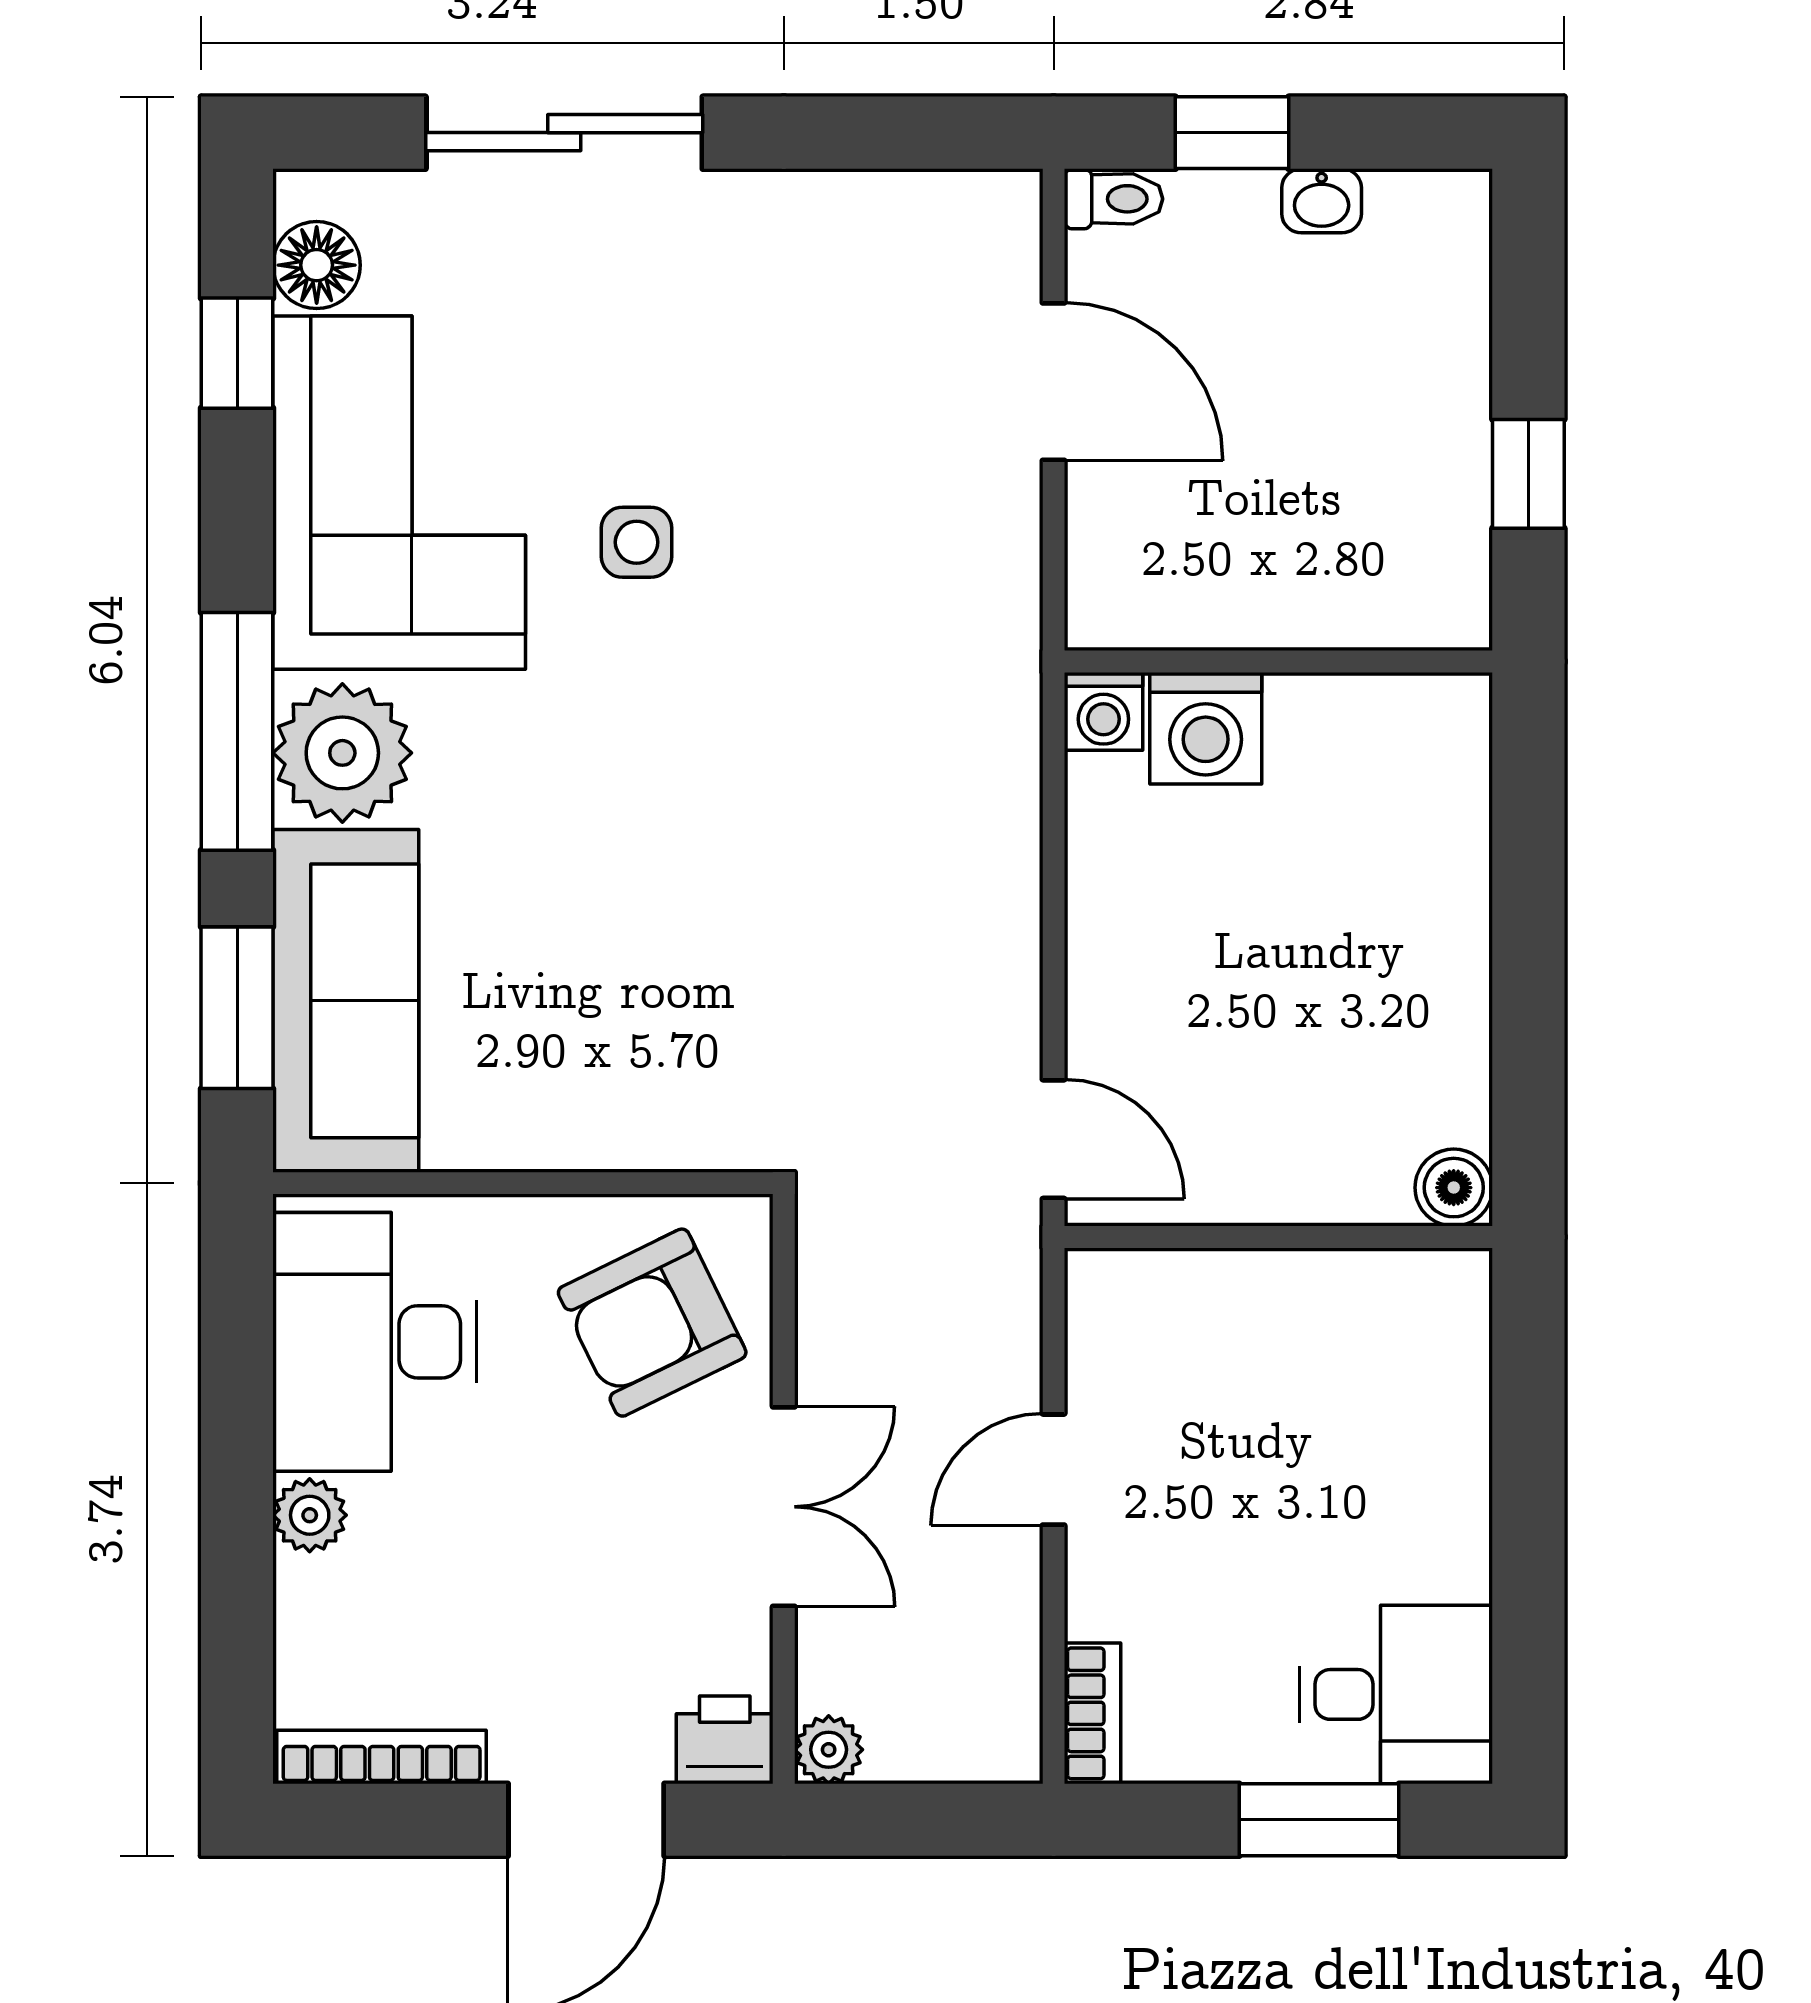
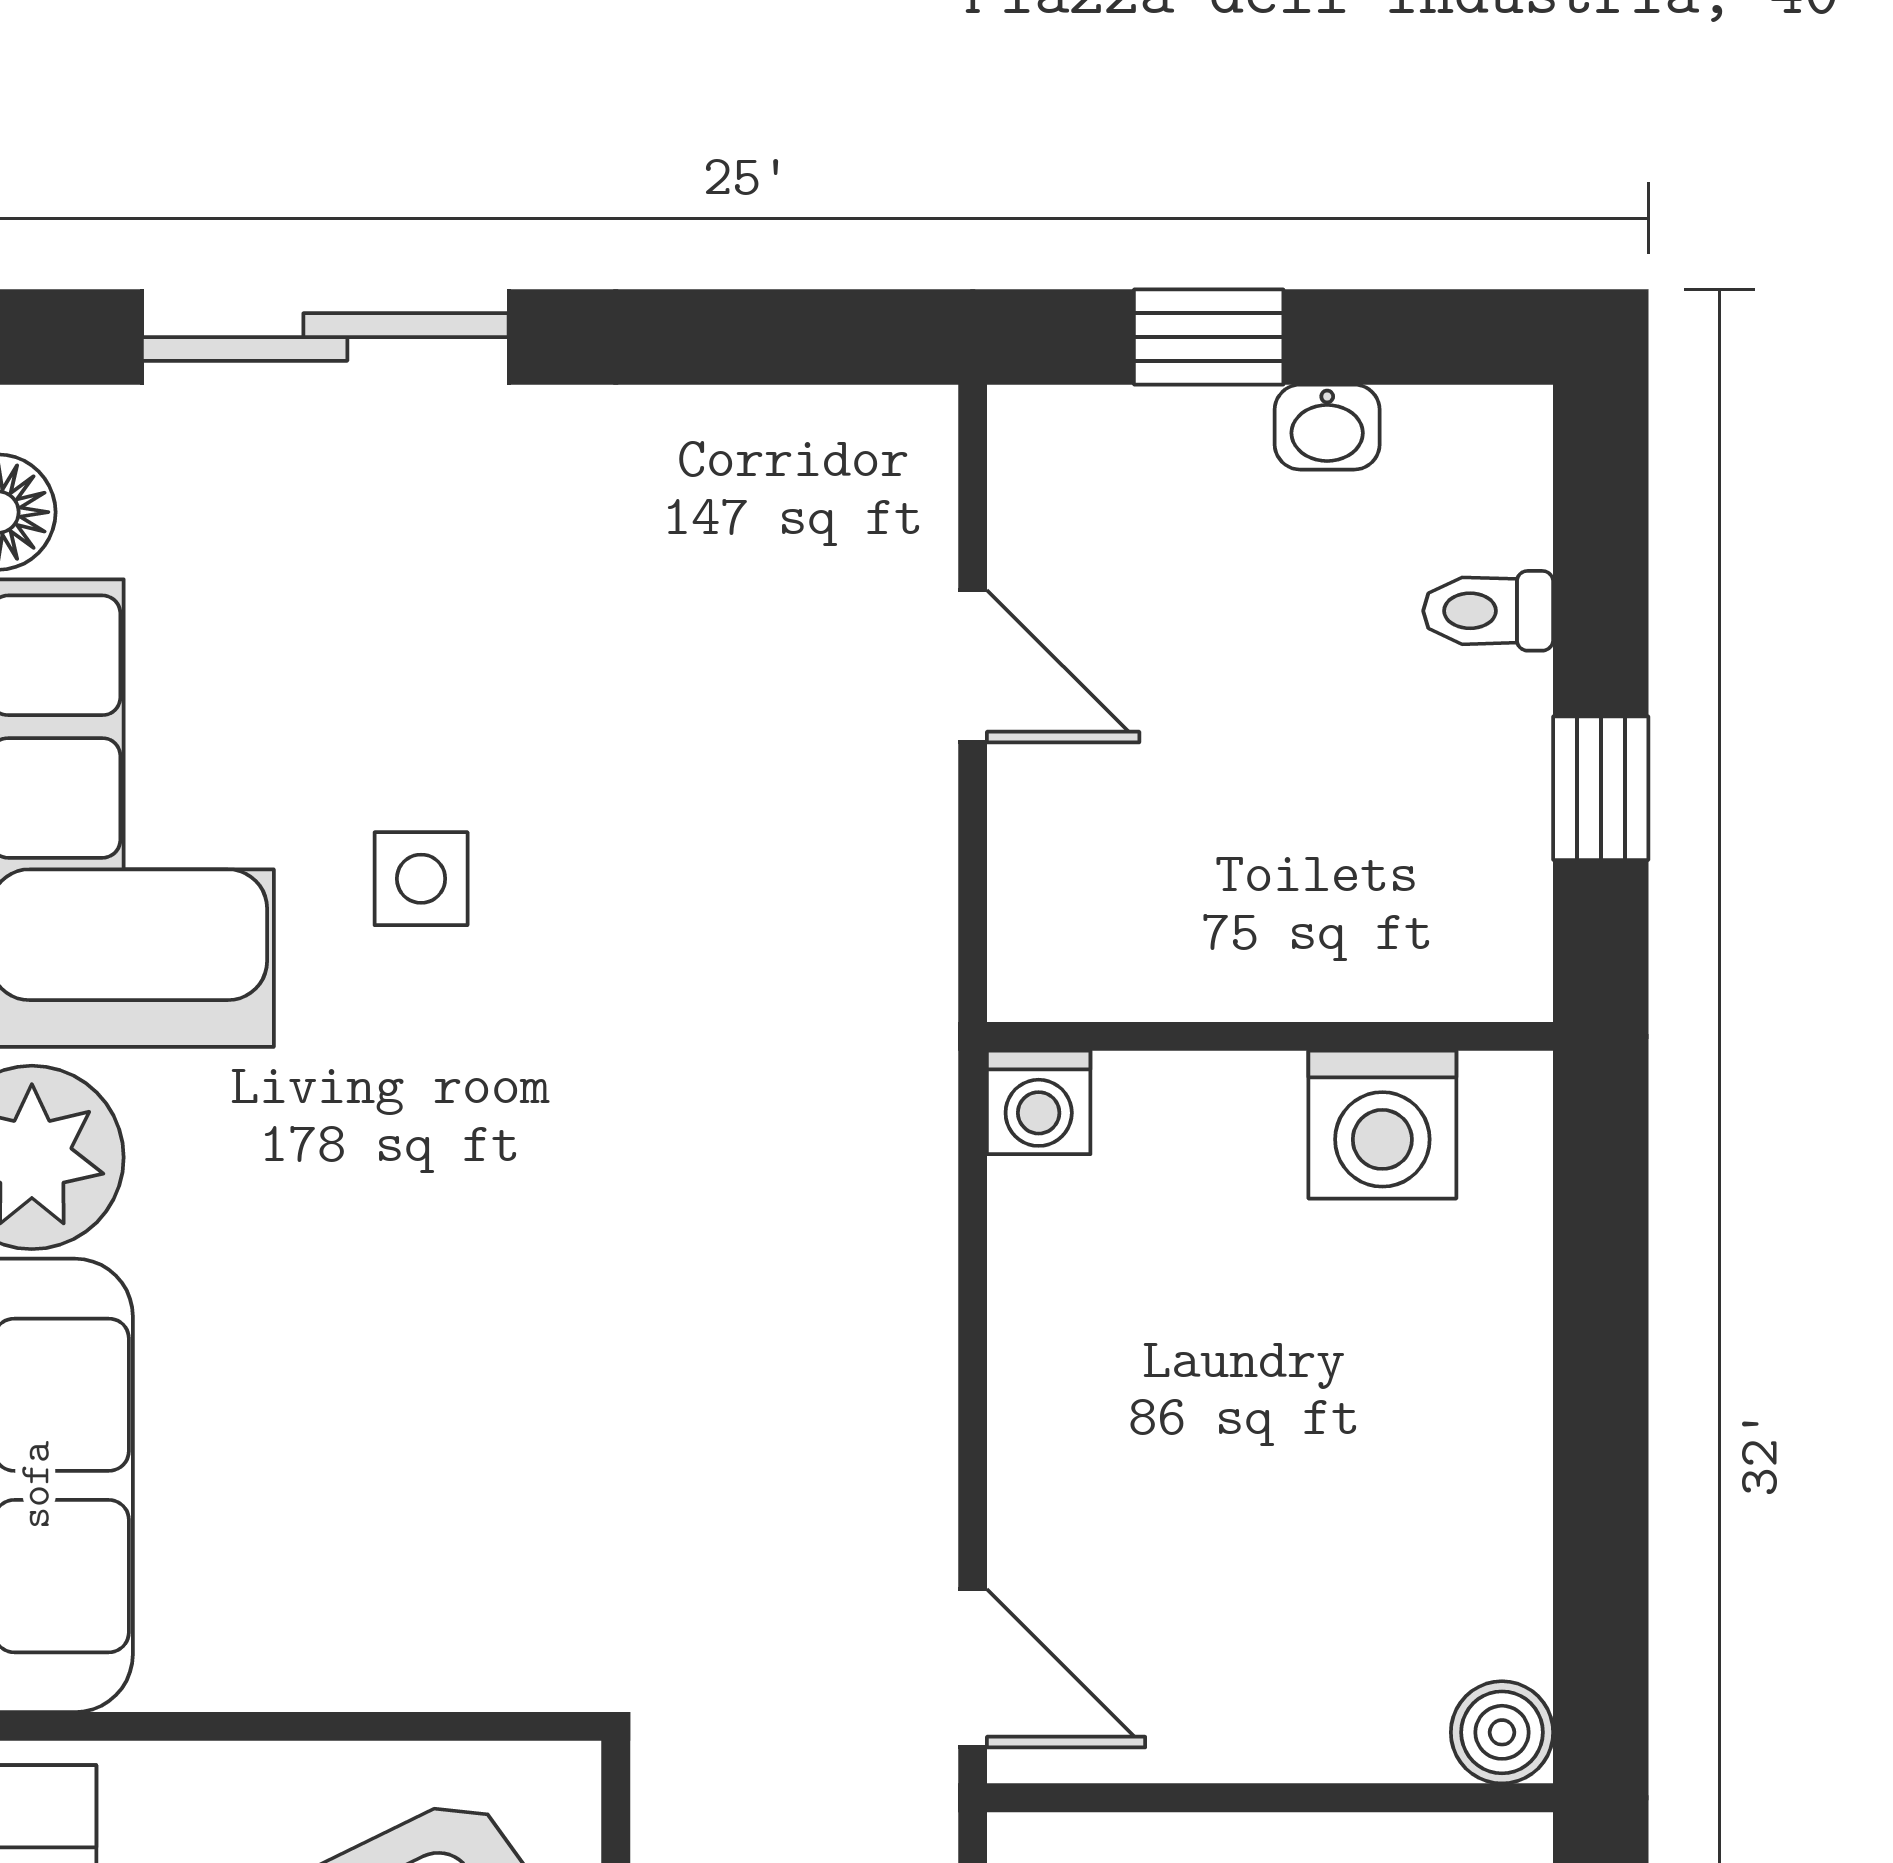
toilet: (1113, 199) -> (1488, 611), moved, turned 180
door: (1054, 382) -> (973, 666), width x0.73
washing machine: (1206, 728) -> (1382, 1125), moved

